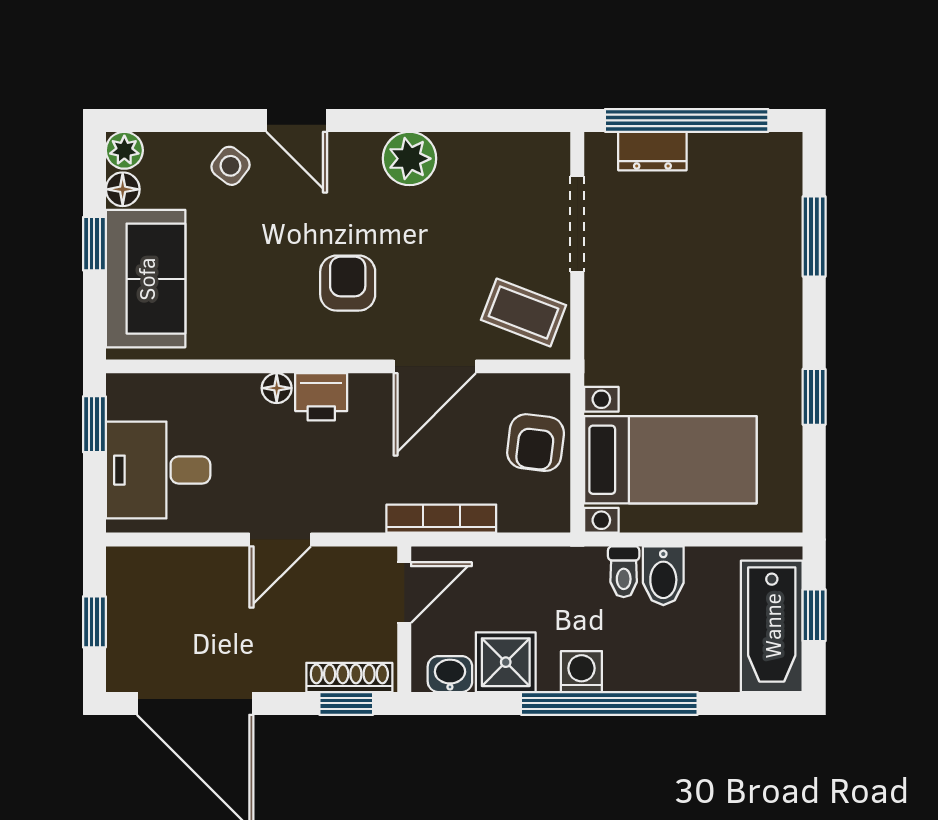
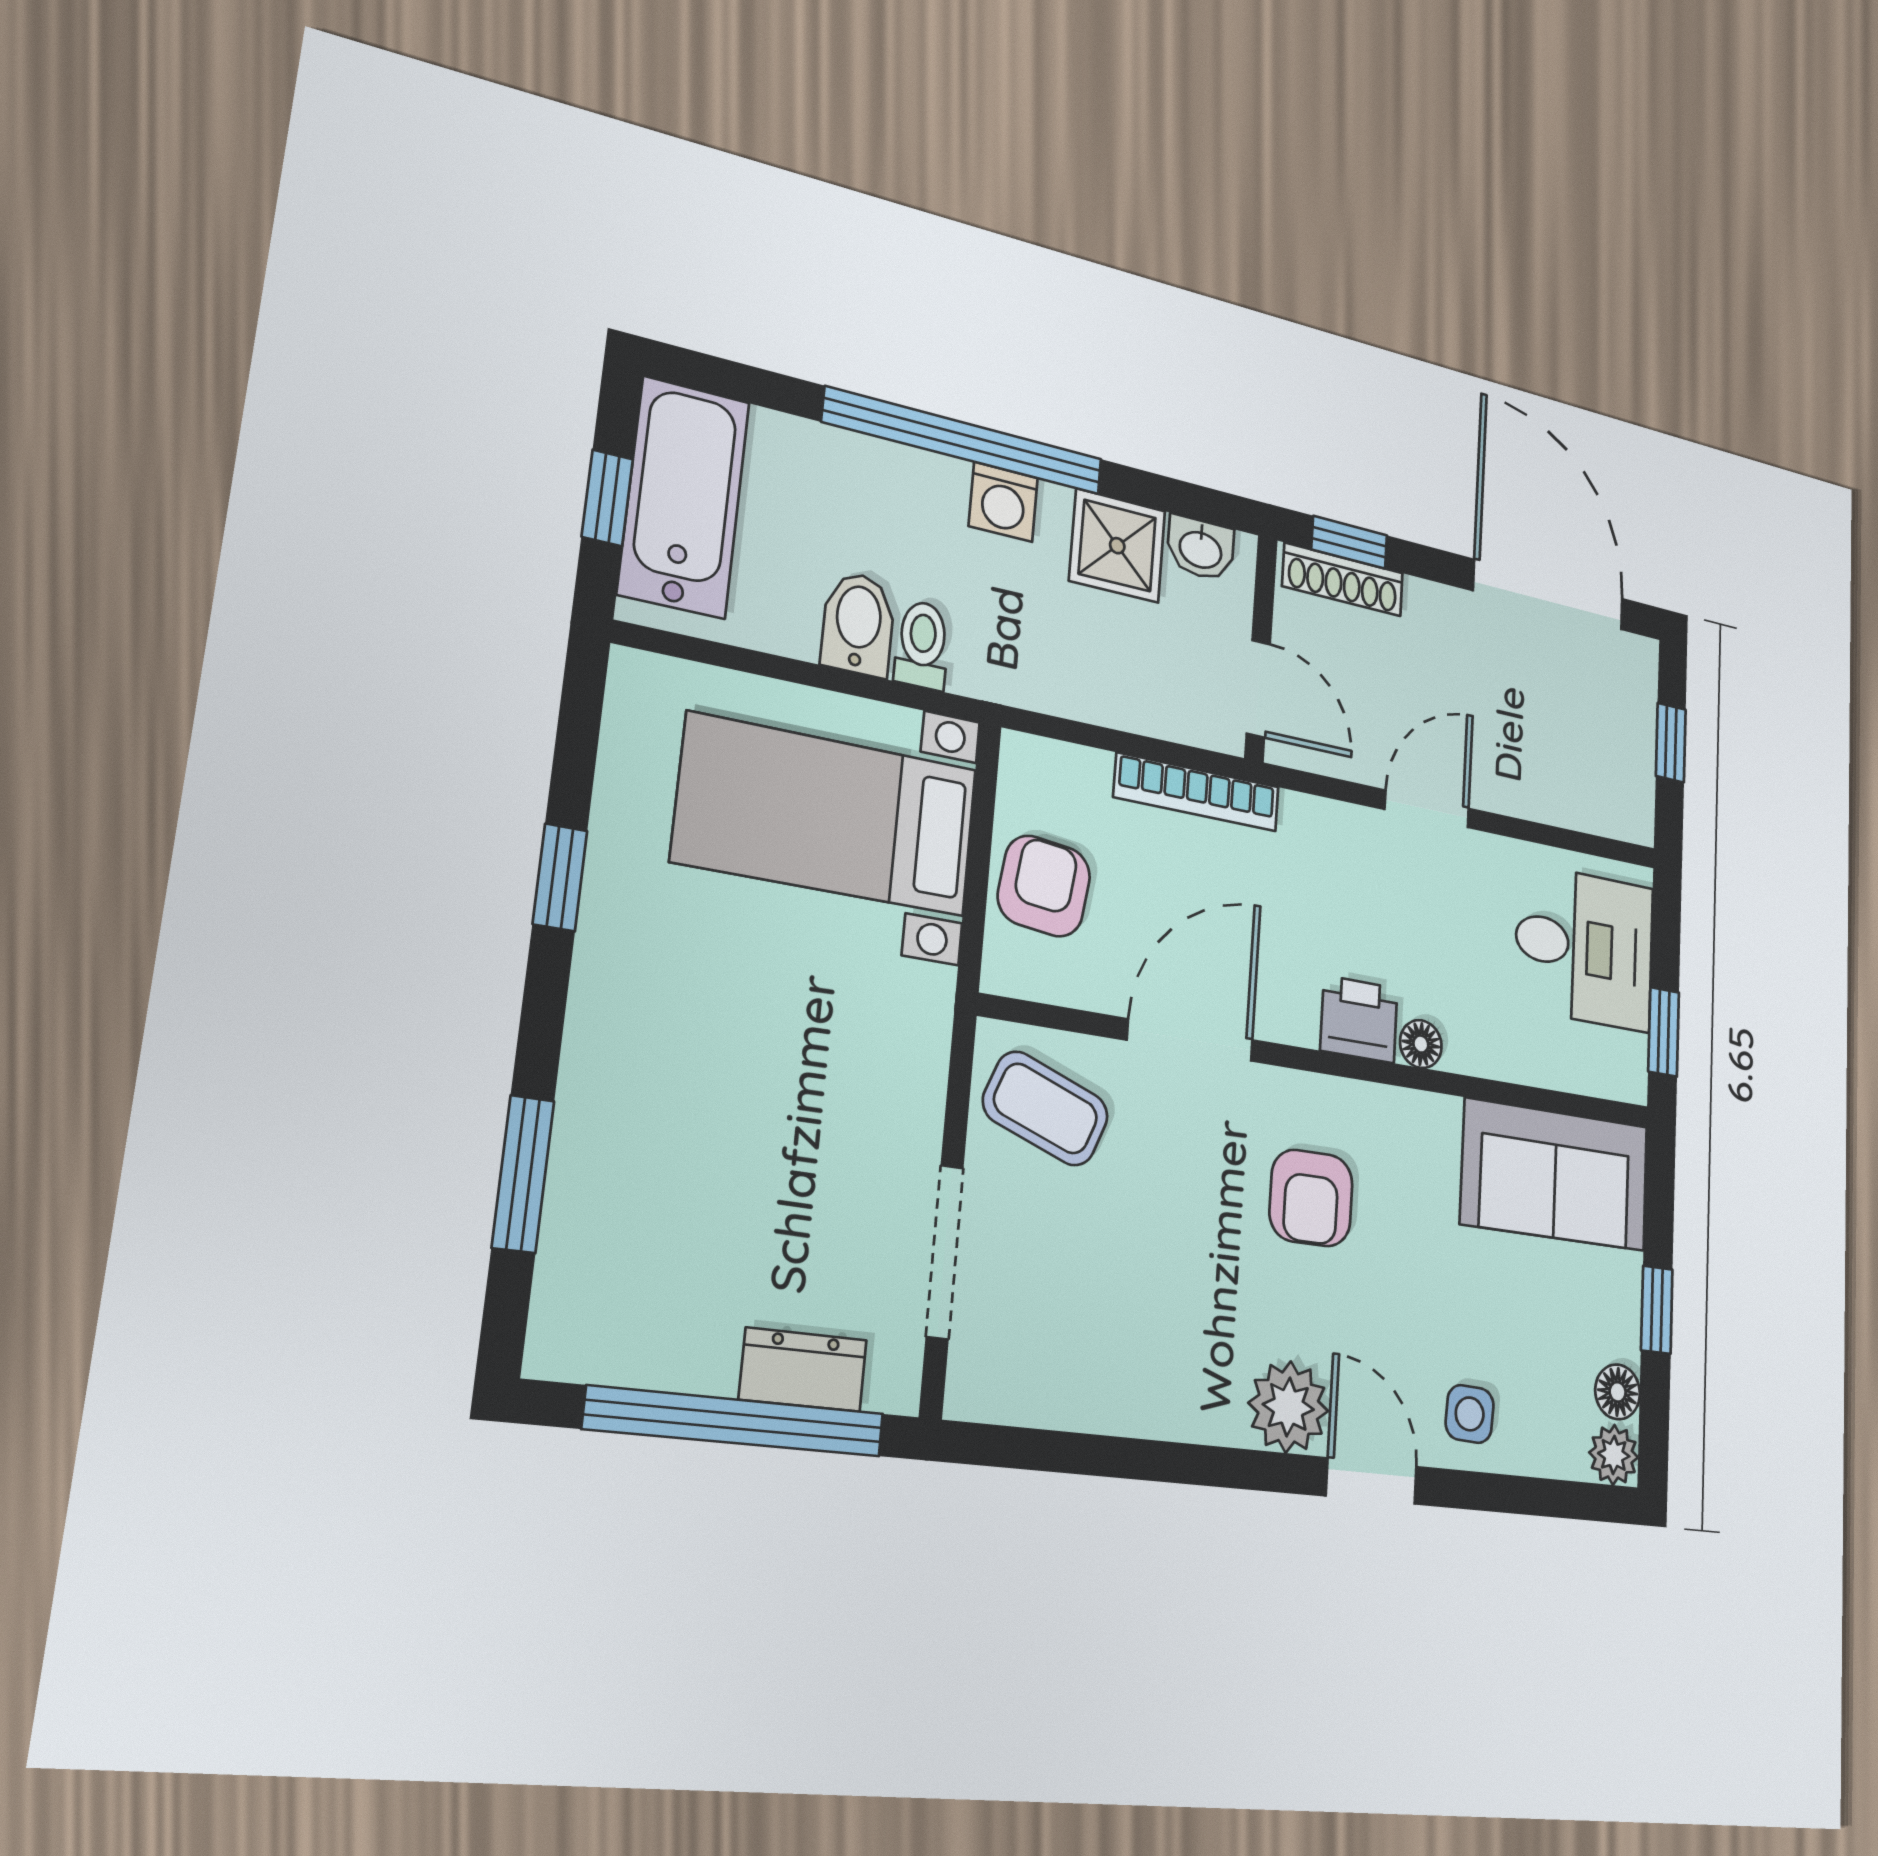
plant: (409, 159) -> (1288, 1407), moved
side table: (230, 166) -> (1470, 1414), turned -35
sofa: (146, 279) -> (1555, 1175), moved, turned -90
door: (404, 593) -> (1258, 689), swing flipped

